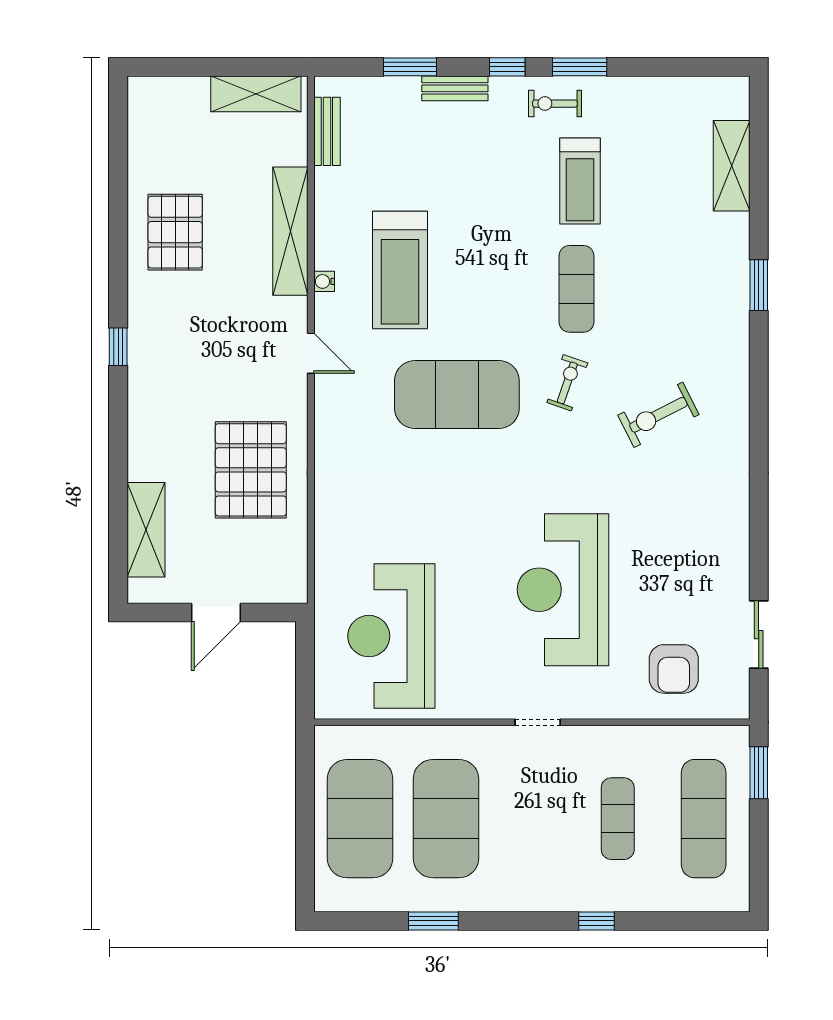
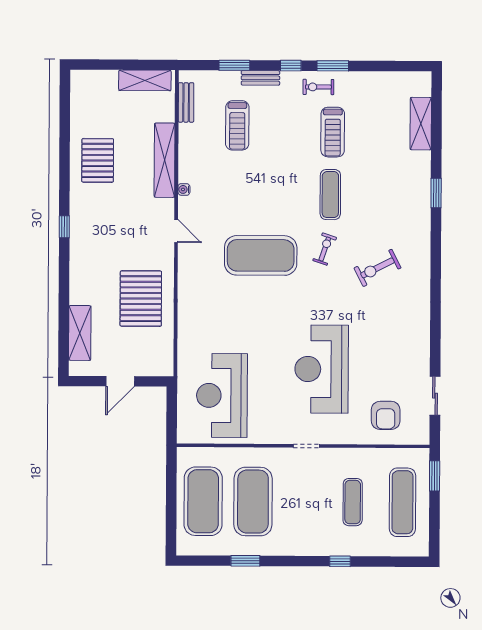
treadmill: (400, 270) -> (237, 125), moved, width x0.73, depth x0.73

